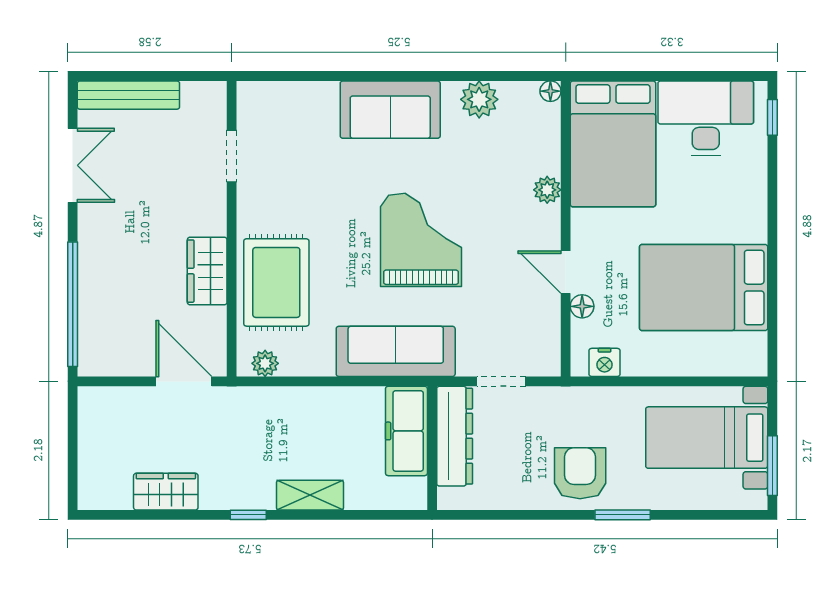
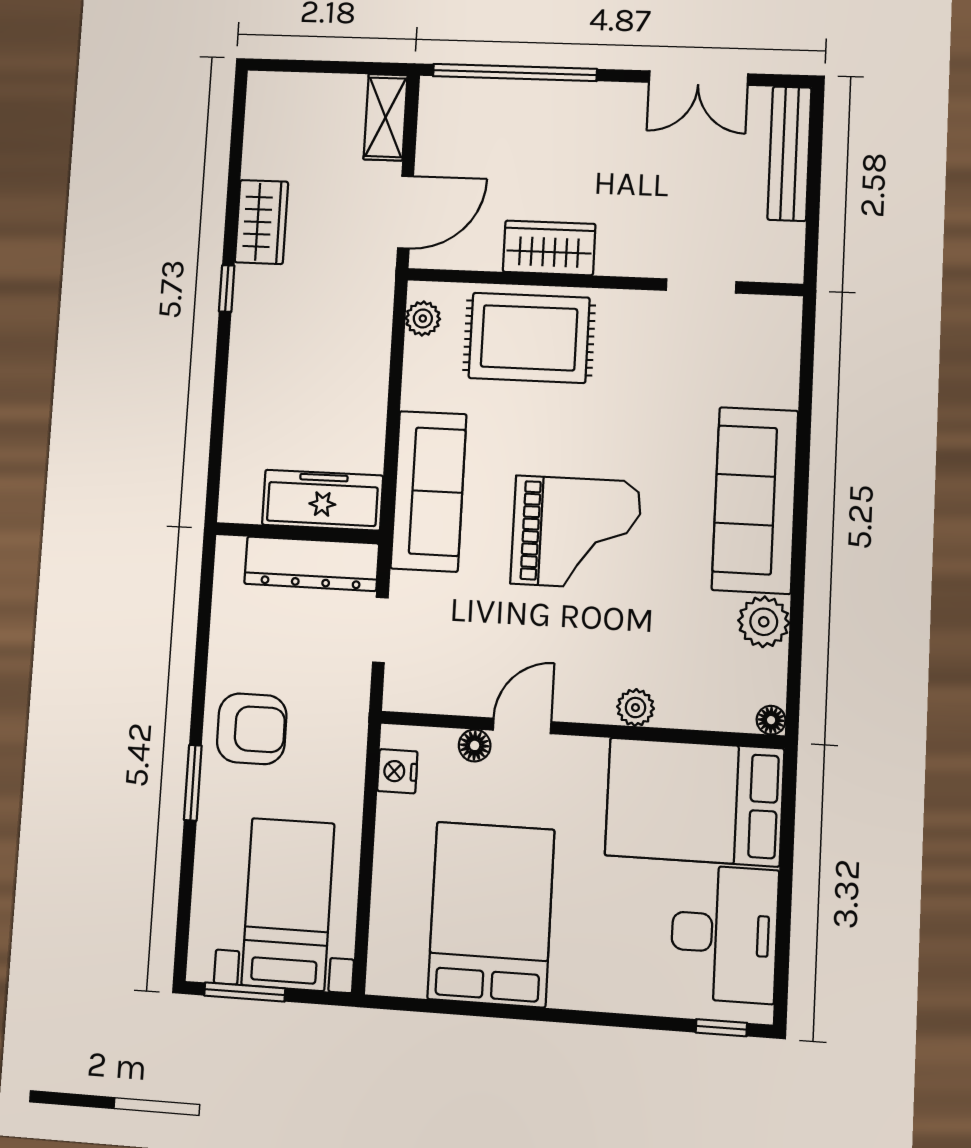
sofa: (390, 110) -> (755, 500), width x1.36
wardrobe: (166, 492) -> (261, 222), moved
shelving: (310, 495) -> (386, 117), moved

